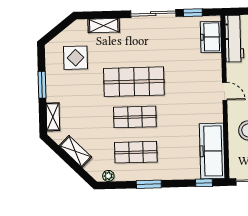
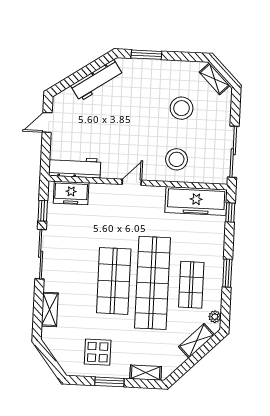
display table: (75, 58) -> (98, 352), moved
shop shelf: (135, 117) -> (152, 283), width x2.00, depth x1.36
shelving: (75, 151) -> (196, 341), moved

